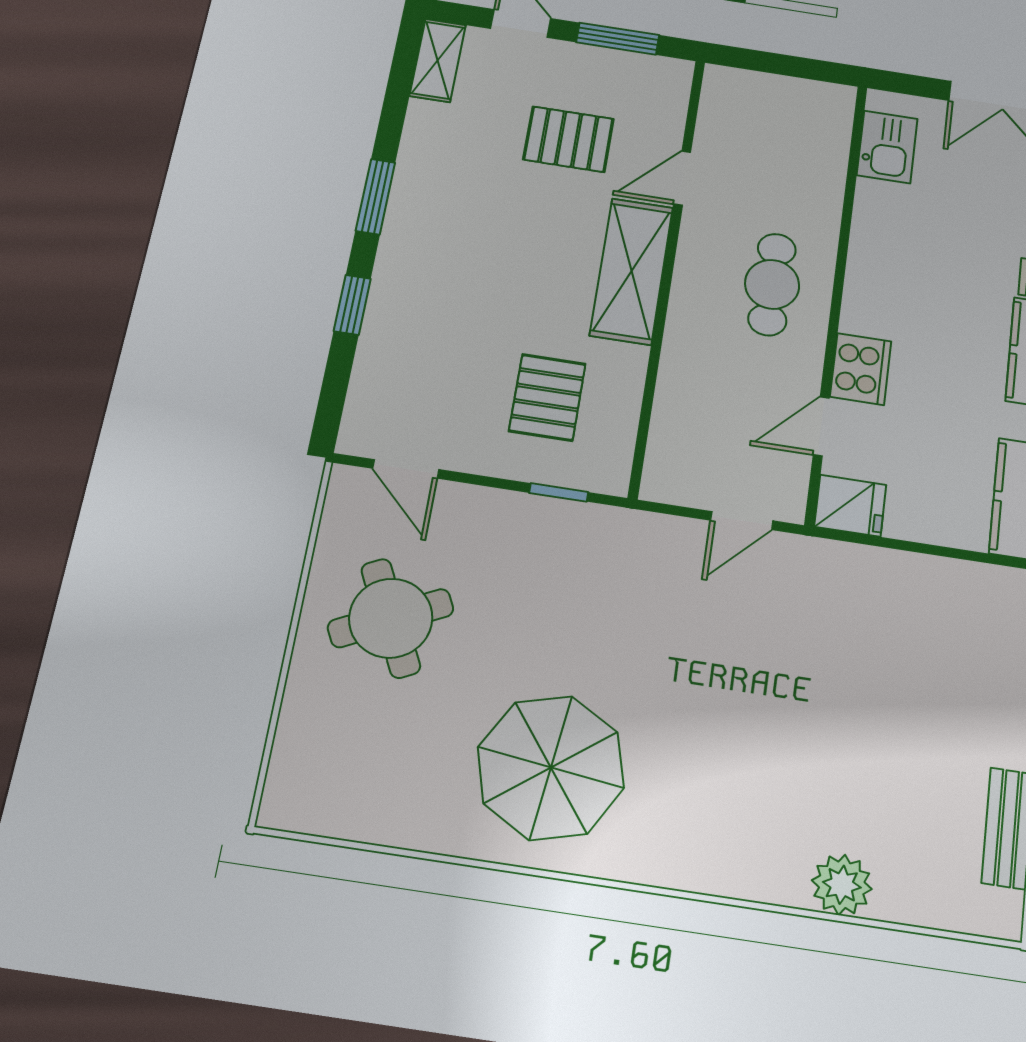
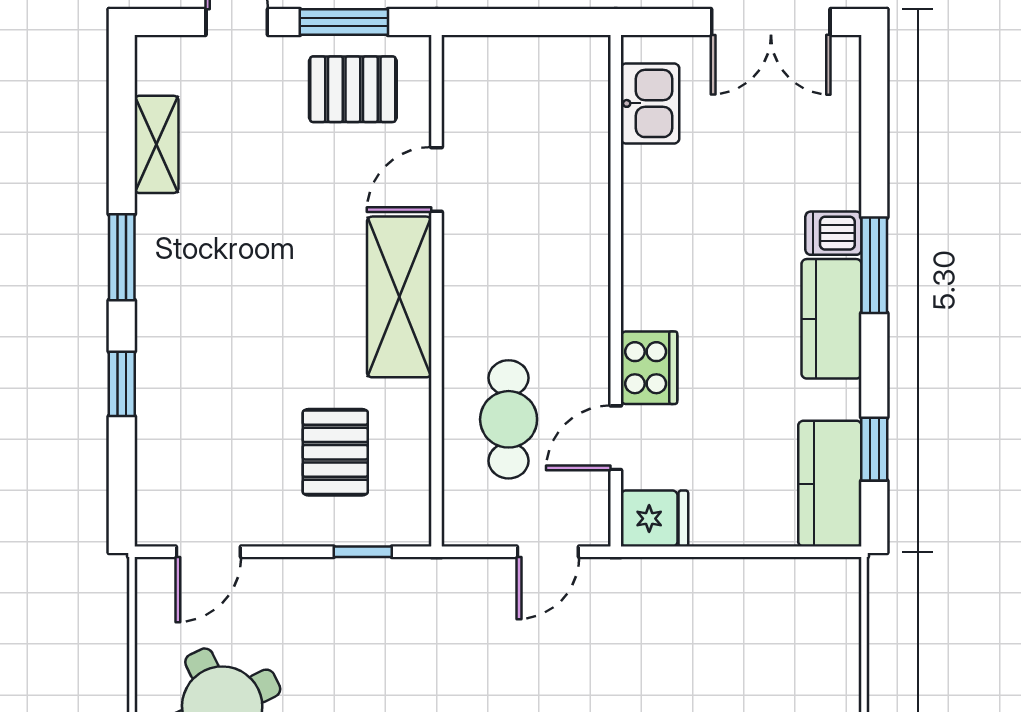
shelving: (438, 60) -> (156, 144), moved
pallet: (568, 139) -> (353, 89), moved
cafe table: (772, 284) -> (509, 419), moved
door: (406, 469) -> (208, 552), hinge flipped

